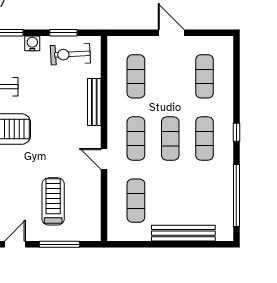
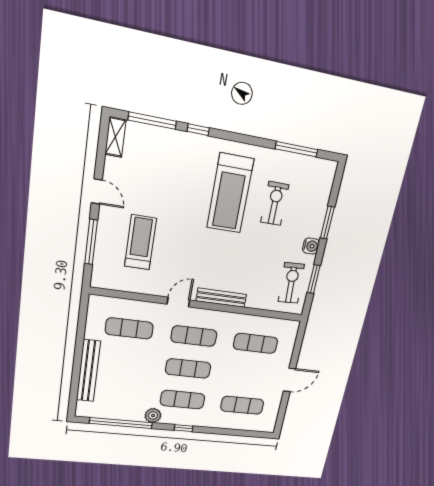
bench: (94, 102) -> (221, 298), moved
plant: (225, 165) -> (153, 416), added
treadmill: (53, 201) -> (140, 242), turned -90

